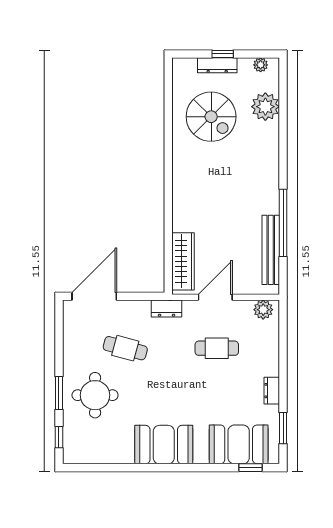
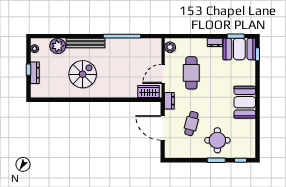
spiral stairs: (211, 117) -> (83, 74), moved
bench: (271, 250) -> (85, 43), moved
wardrobe: (183, 261) -> (149, 92), width x0.67
door: (94, 296) -> (163, 128), moved
door: (215, 297) -> (163, 74), hinge flipped
cafe table: (217, 348) -> (191, 73), width x1.37, depth x1.35
booth: (239, 444) -> (239, 49), moved, turned 90

